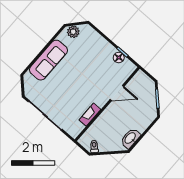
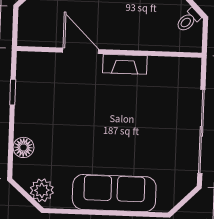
floor lamp: (119, 58) -> (23, 147), moved
fireplace: (90, 115) -> (125, 64), moved

